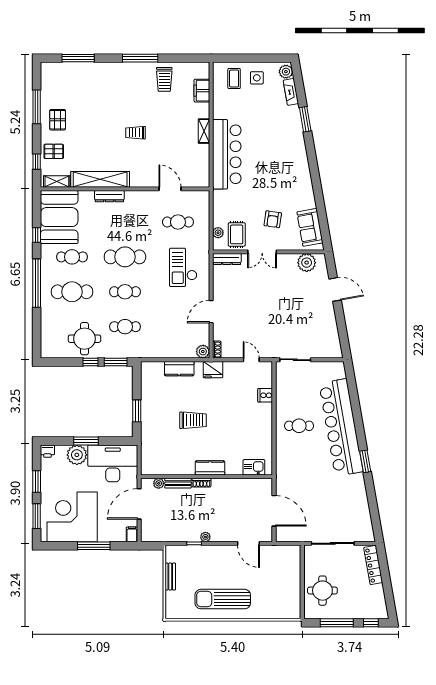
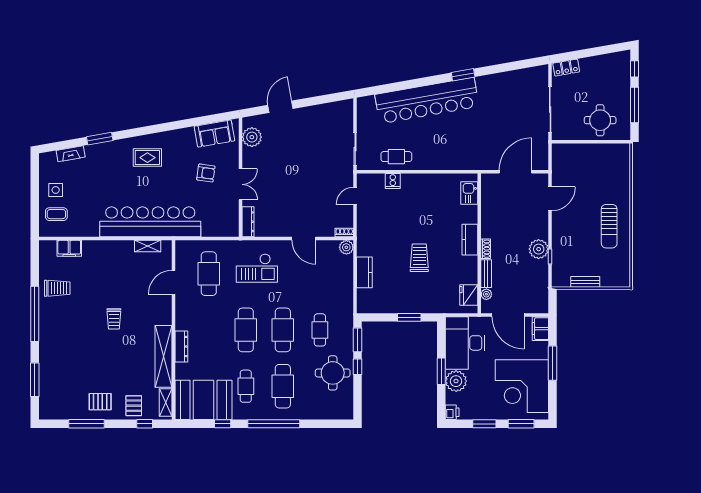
window: (140, 58) -> (35, 314), width x1.46
plant: (286, 72) -> (49, 159), removed
shelving: (204, 131) -> (148, 246), moved
bar counter: (227, 154) -> (150, 222), width x1.36
cafe table: (178, 222) -> (209, 274), width x1.37, depth x1.35
plant: (218, 233) -> (220, 231), removed
rug: (237, 234) -> (147, 158), moved
cafe table: (125, 292) -> (283, 330), width x1.37, depth x1.35
fridge: (213, 370) -> (469, 295), moved, turned 180
cafe table: (299, 426) -> (396, 157), moved, turned 90
filing cabinet: (132, 534) -> (540, 329), width x2.00
plant: (205, 537) -> (539, 249), width x1.88, depth x1.88
locker: (373, 565) -> (566, 68), width x0.66
sun lounger: (223, 599) -> (609, 226), width x0.73, depth x0.75

